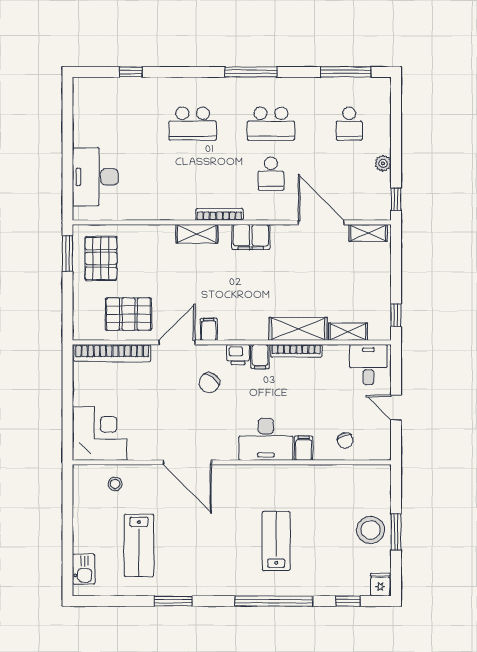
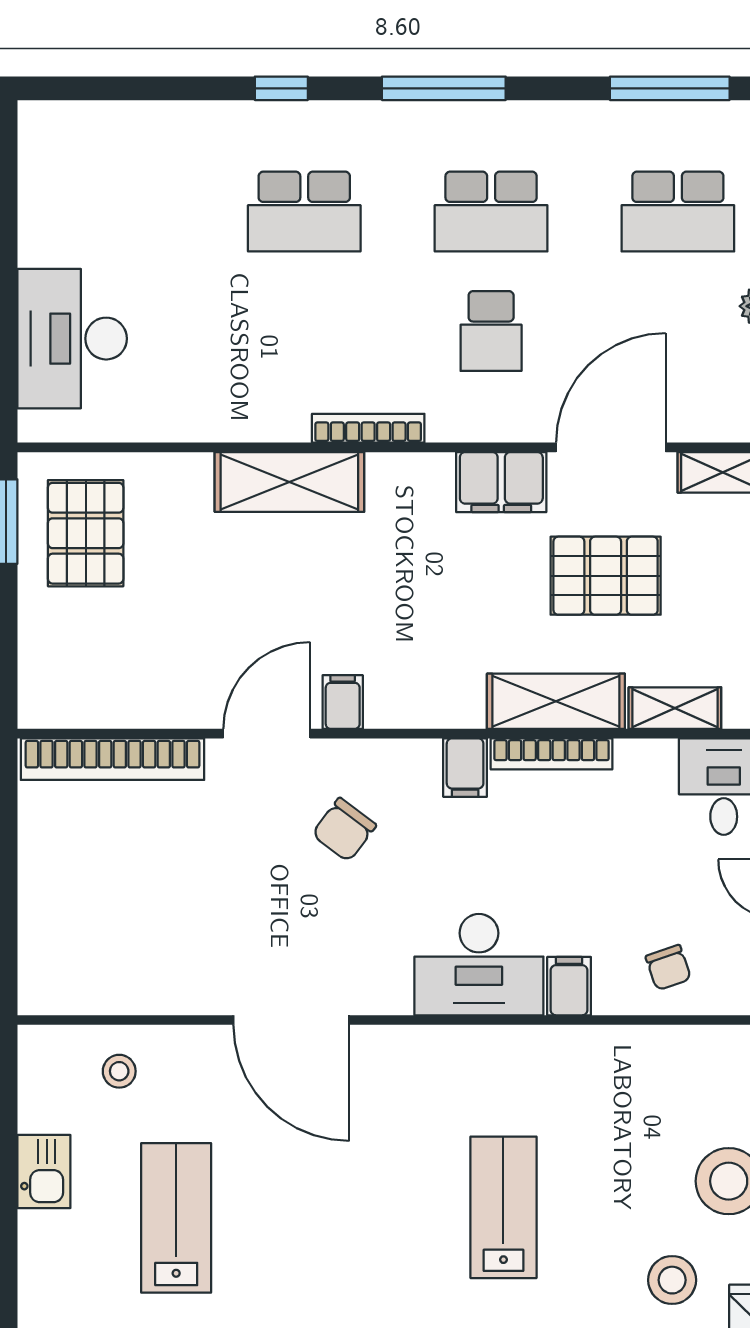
window: (131, 72) -> (281, 88), moved
school desk: (349, 124) -> (678, 212), width x1.85
door: (321, 222) -> (611, 447), hinge flipped
shelving: (197, 234) -> (289, 482), width x1.50, depth x1.33
filing cabinet: (251, 237) -> (501, 482), moved
pallet: (128, 314) -> (606, 576), moved
printer: (238, 355) -> (412, 763), removed
corner desk: (99, 433) -> (82, 951), removed
lab bench: (139, 545) -> (176, 1218), turned 180
kitchen sink: (84, 569) -> (44, 1172), moved
stool: (347, 571) -> (672, 1280), added

